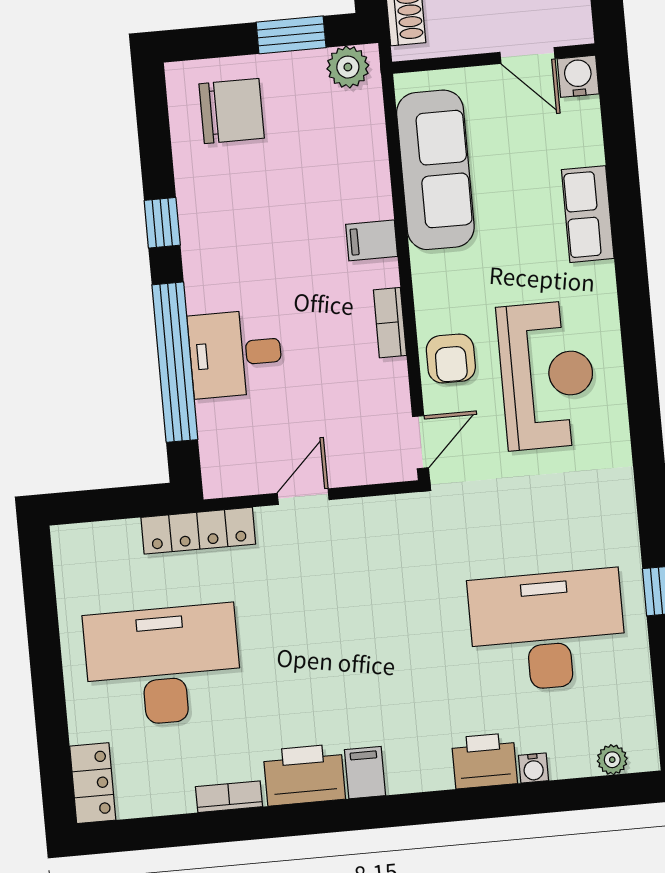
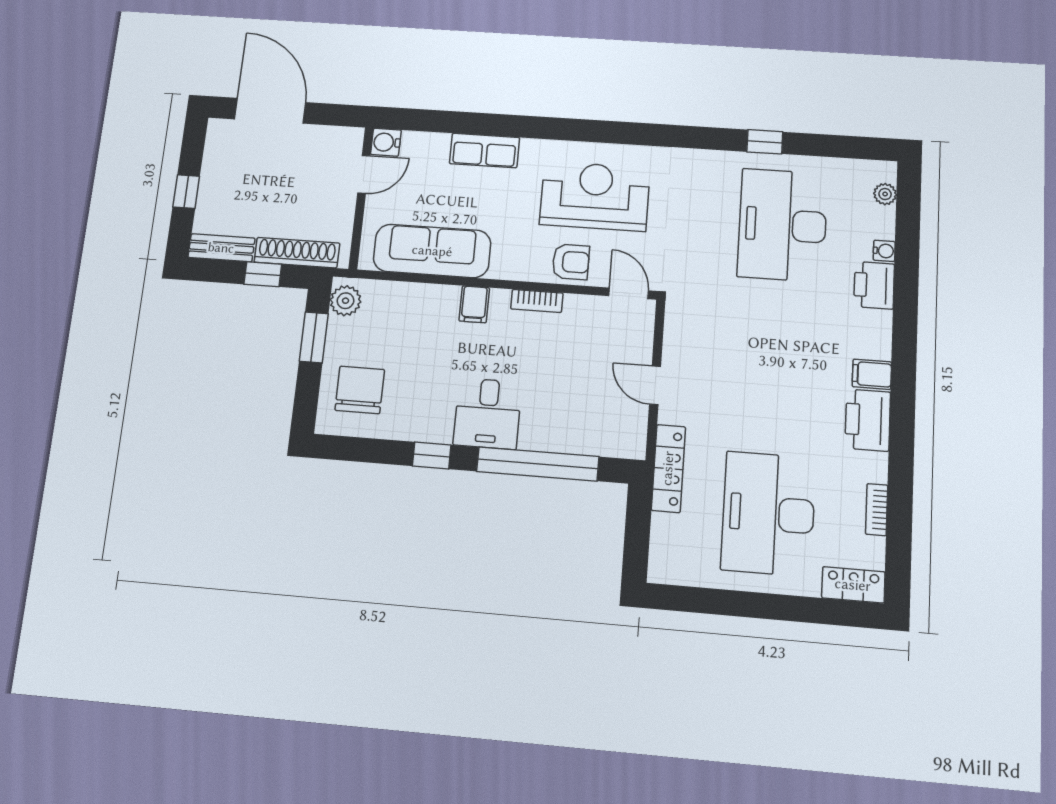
desk: (235, 354) -> (488, 413), moved
bookcase: (229, 797) -> (877, 510), moved

